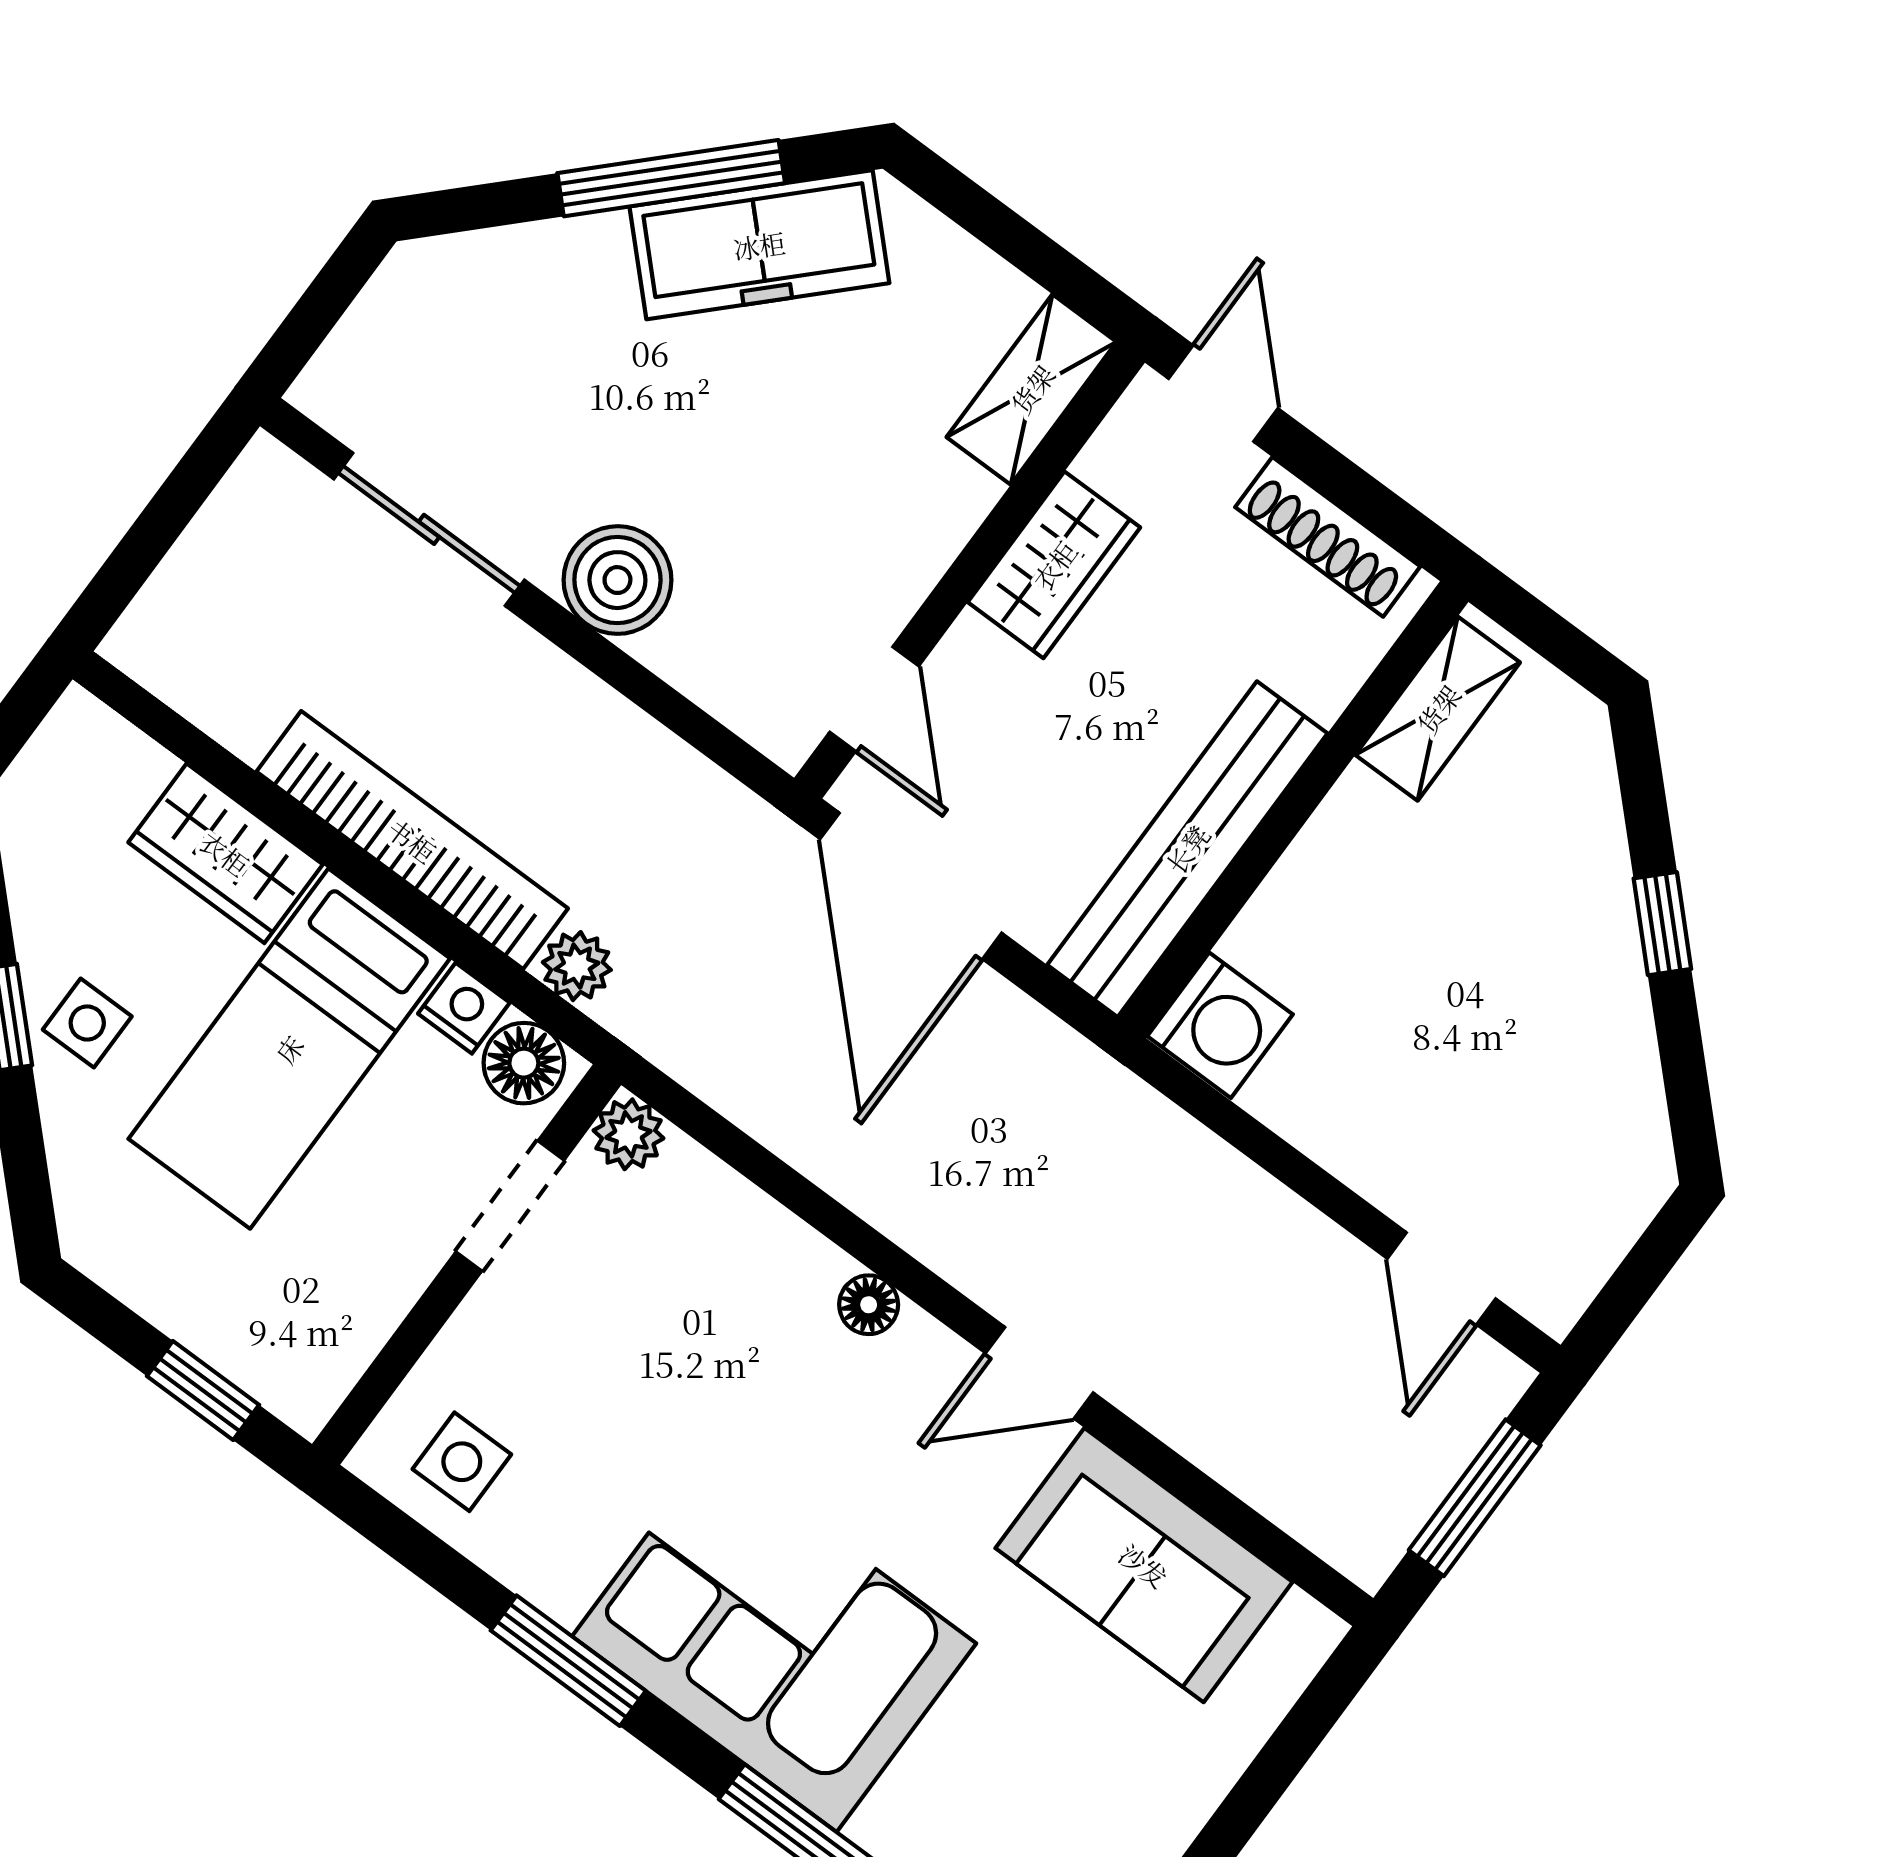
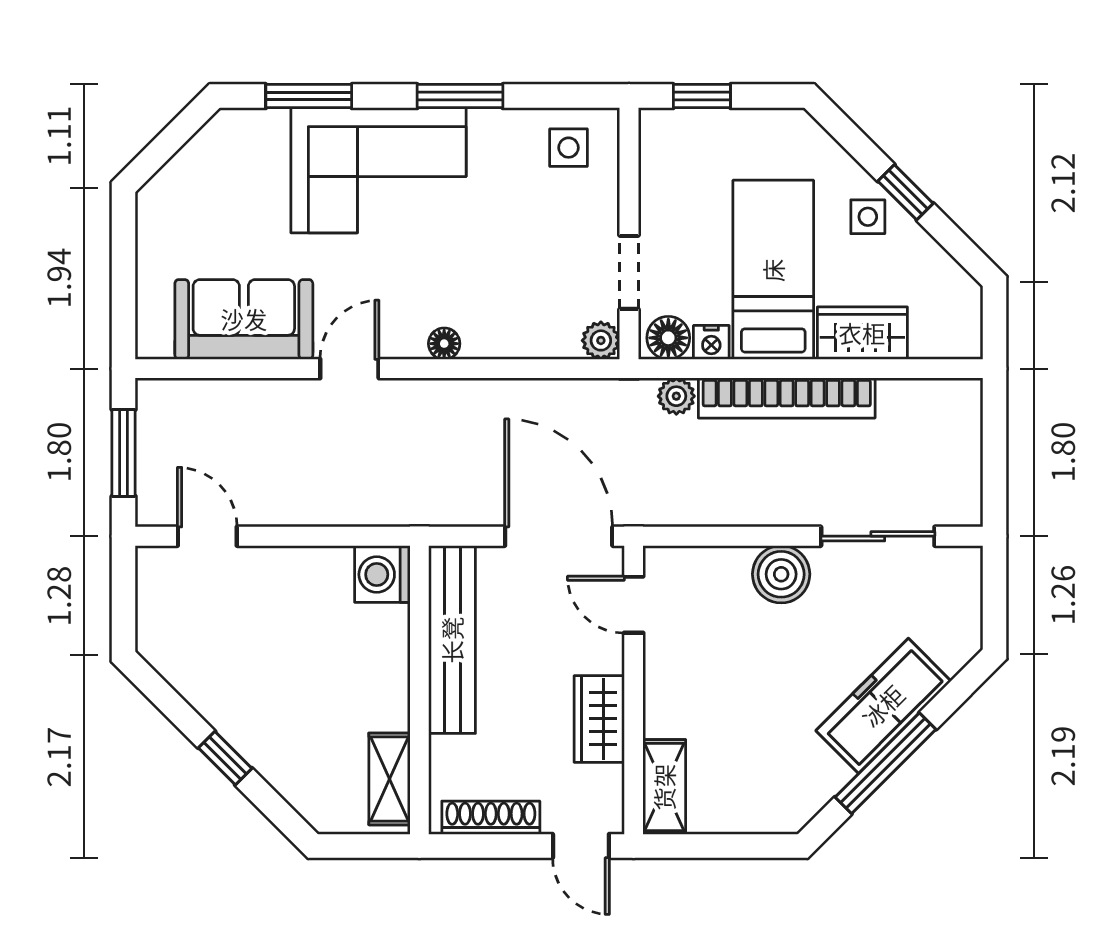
freezer: (759, 245) -> (883, 706), moved

